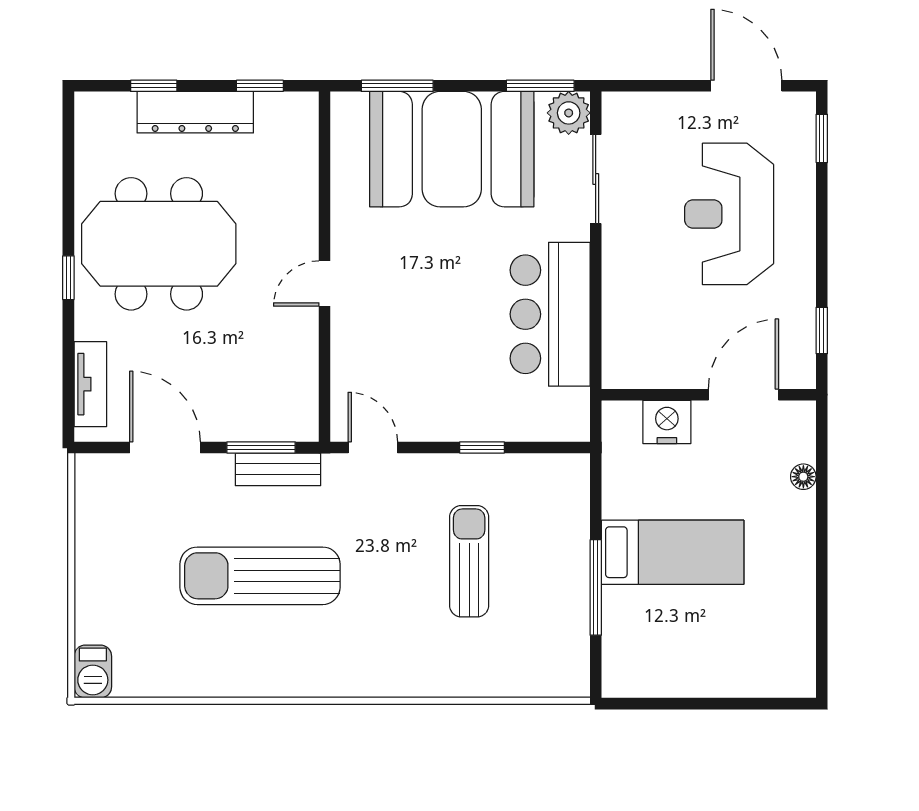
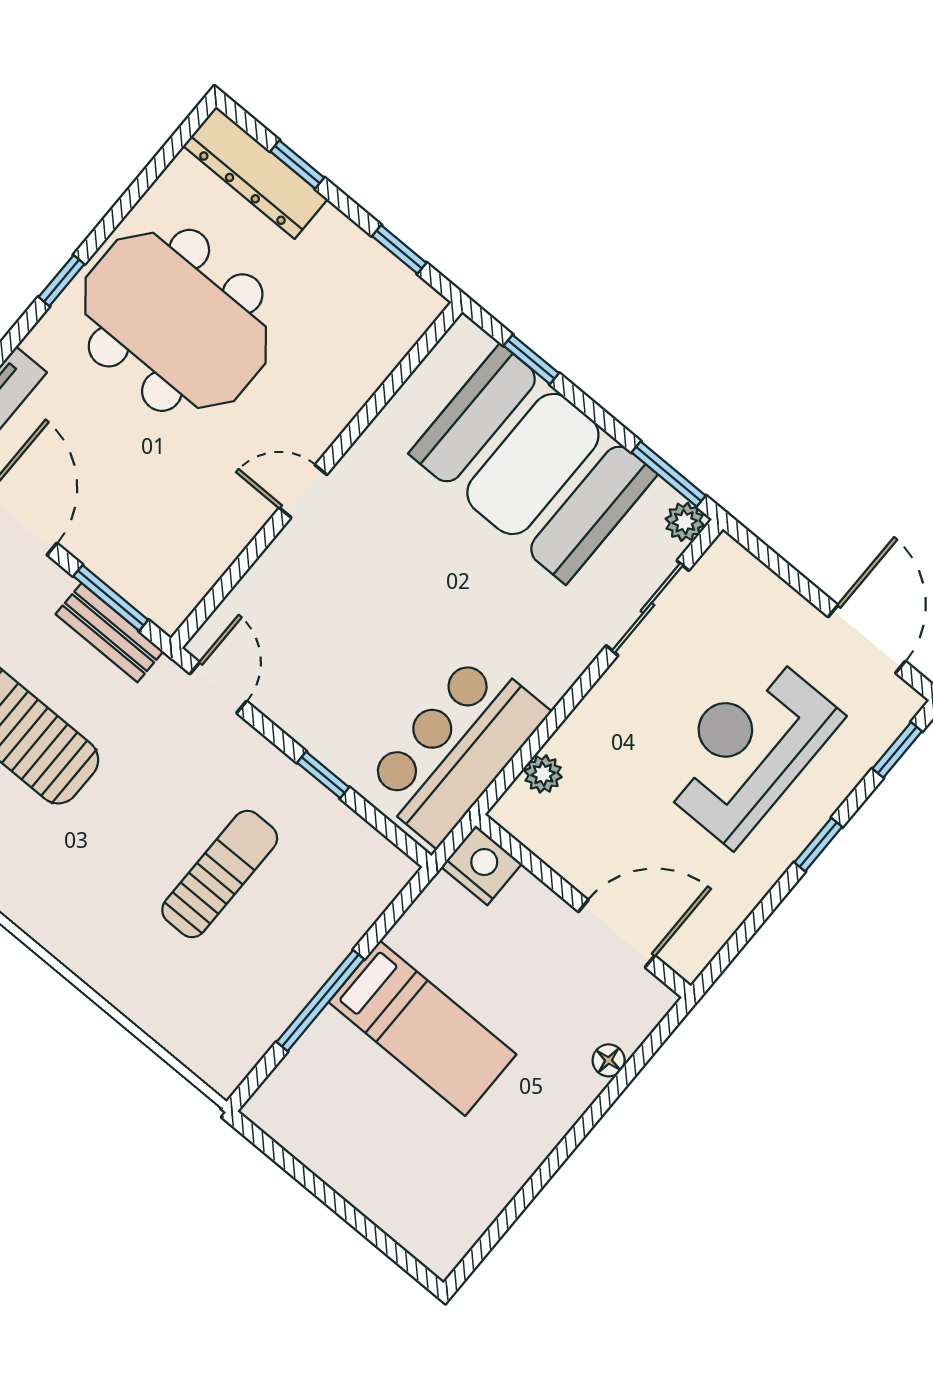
window: (397, 86) -> (531, 359), width x0.67
dresser: (195, 112) -> (255, 173), moved
plant: (569, 113) -> (685, 522), width x0.73, depth x0.73
bar counter: (550, 314) -> (456, 749), moved
window: (822, 330) -> (818, 845), moved
plant: (617, 334) -> (543, 774), added
nightstand: (667, 422) -> (481, 865), moved

